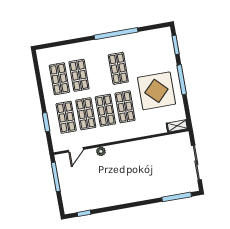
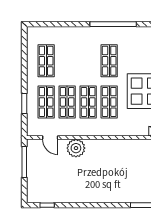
shop shelf: (79, 75) -> (67, 61), removed
door: (76, 150) -> (50, 138), hinge flipped
plant: (101, 151) -> (76, 148), width x1.87, depth x1.87

